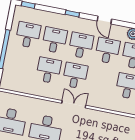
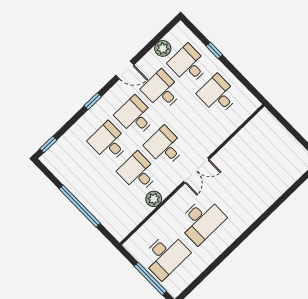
desk: (28, 35) -> (82, 168), removed
plant: (39, 91) -> (154, 199), added
double door: (74, 104) -> (196, 170), swing flipped

